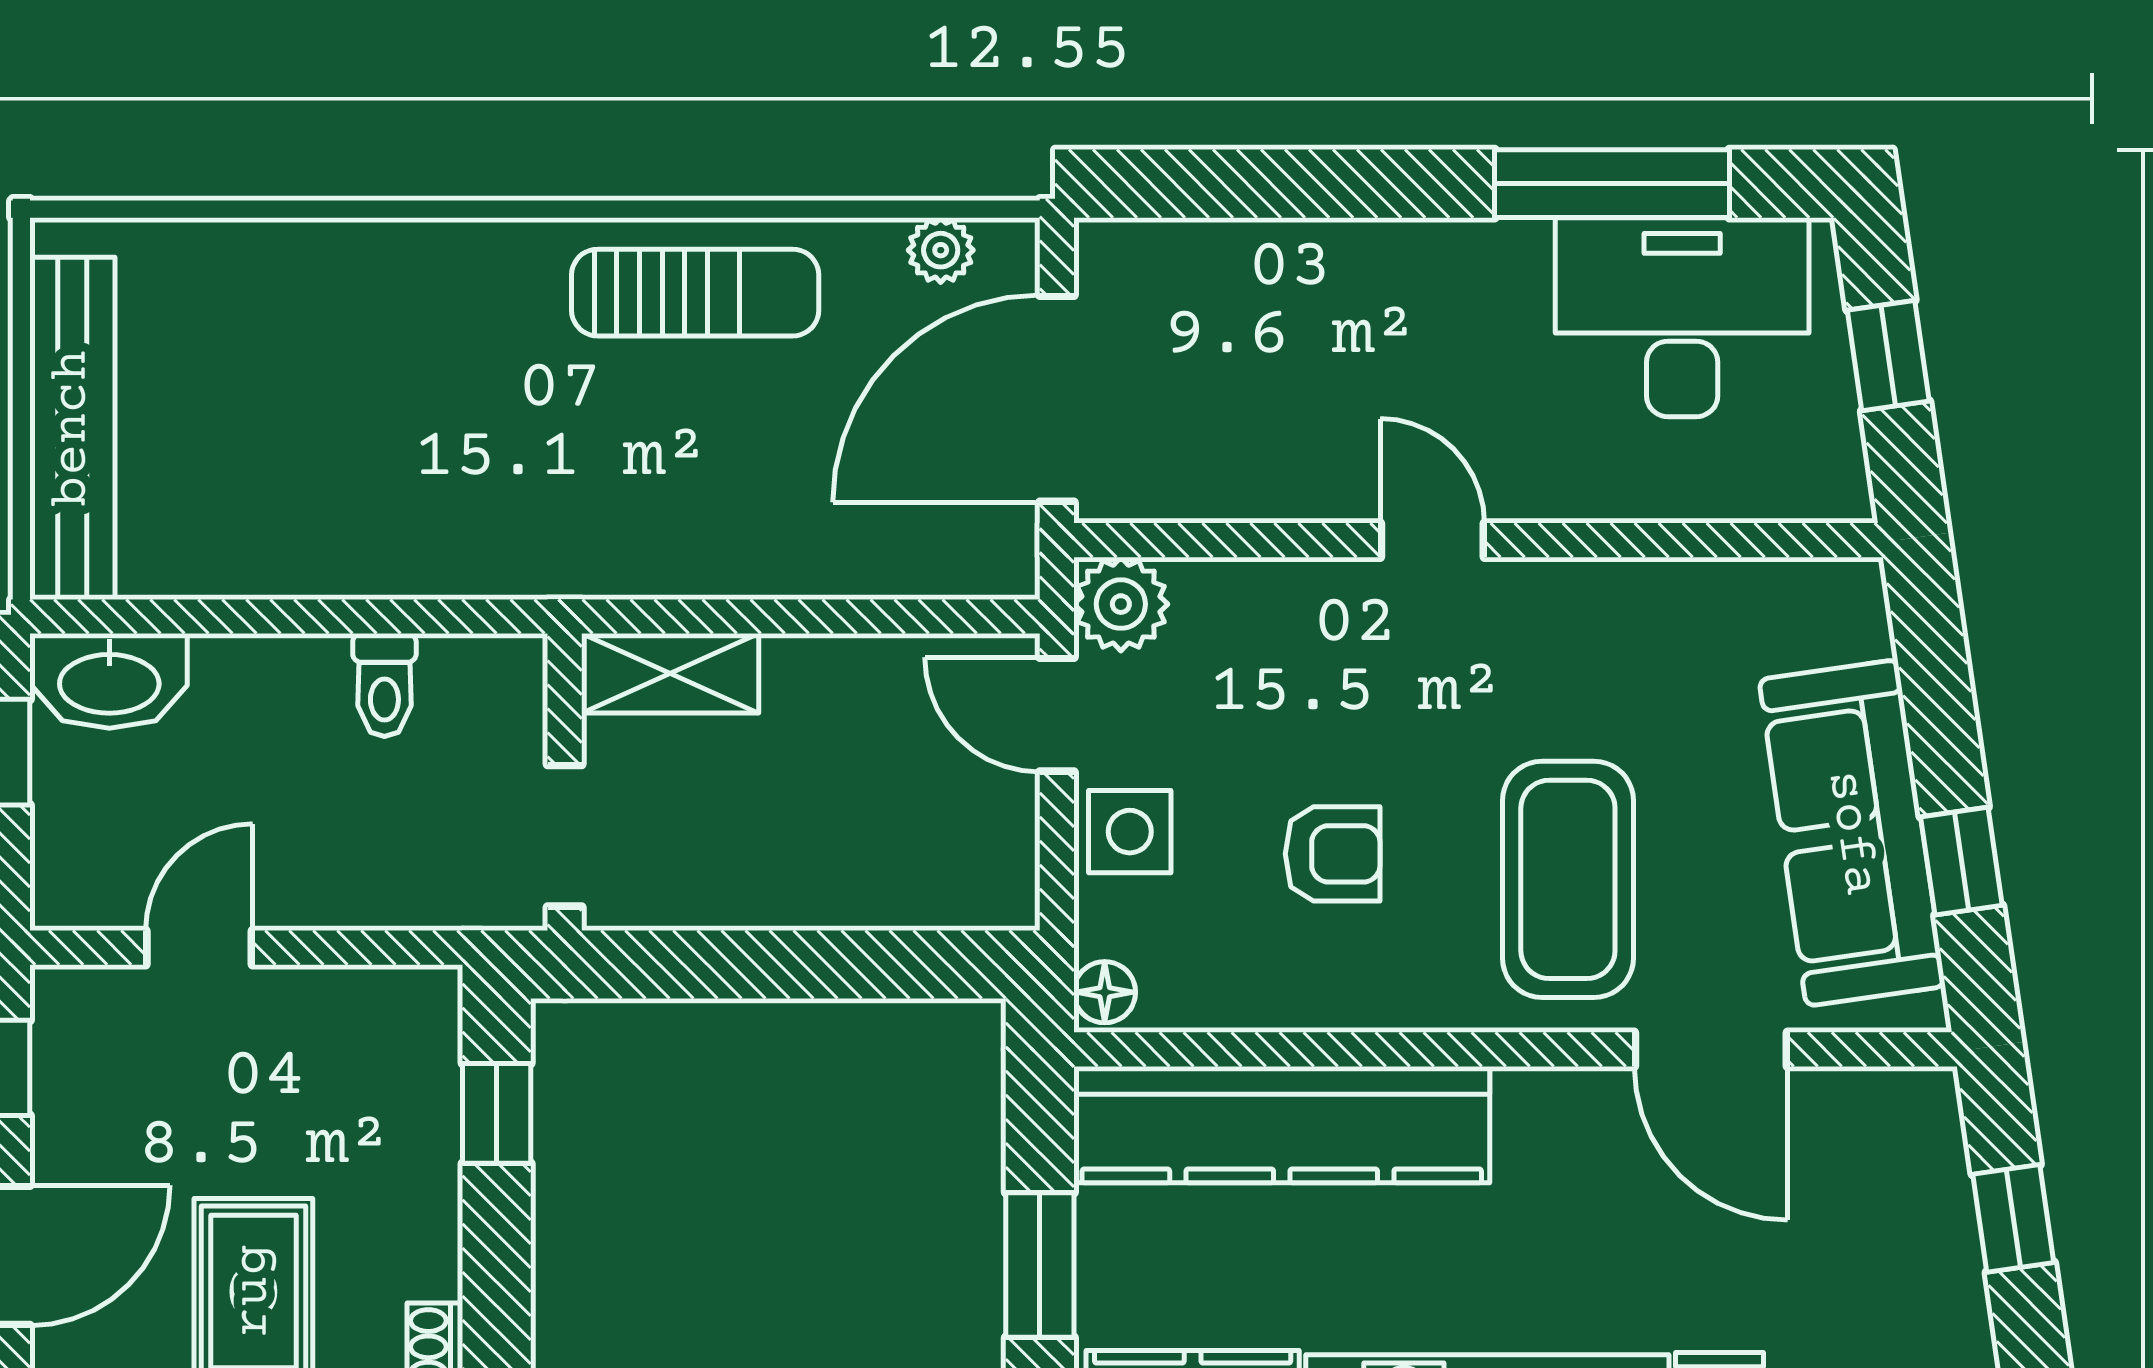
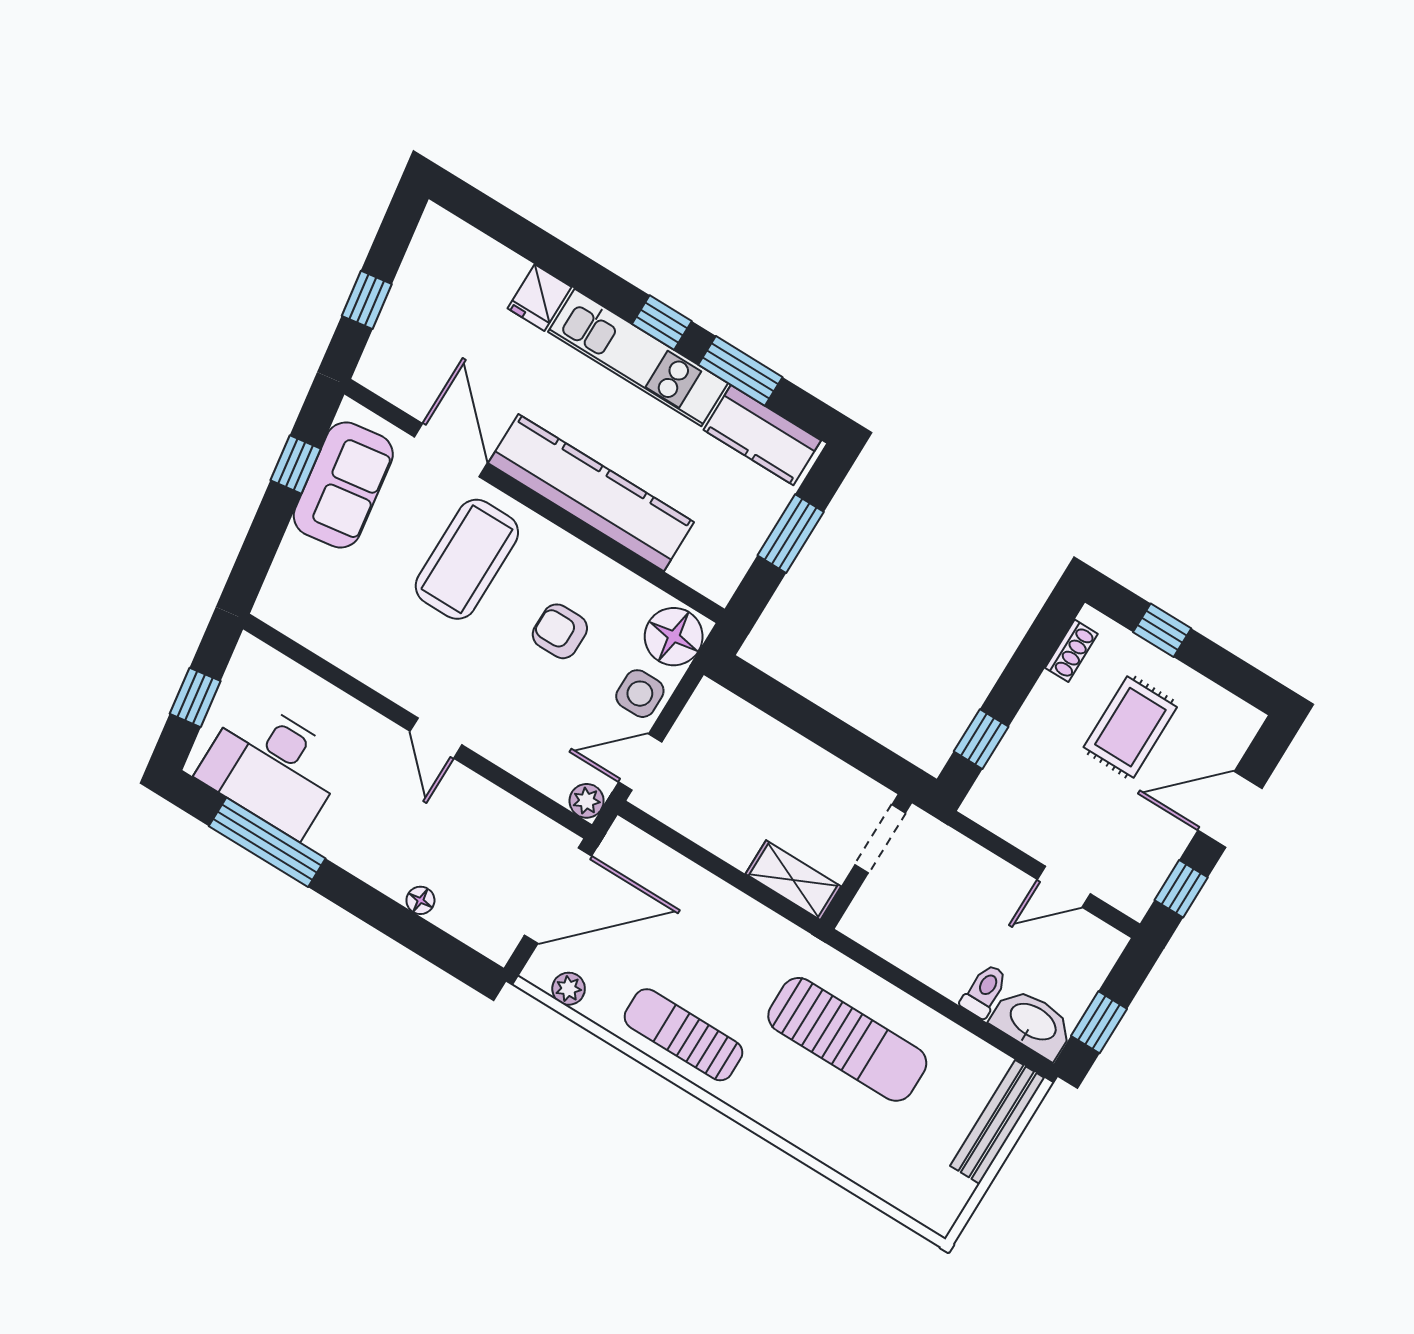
floor lamp: (1288, 245) -> (420, 900), added
bench: (72, 428) -> (997, 1122), width x0.73, depth x0.82
sun lounger: (409, 457) -> (847, 1039), added
plant: (1121, 604) -> (587, 801), width x0.73, depth x0.73
toilet: (384, 685) -> (984, 991), moved
door: (1057, 715) -> (640, 762), swing flipped
sofa: (1852, 833) -> (343, 485), width x0.73
floor lamp: (1105, 992) -> (674, 637), width x1.89, depth x1.89
kitchen counter: (1282, 1125) -> (591, 493), moved

